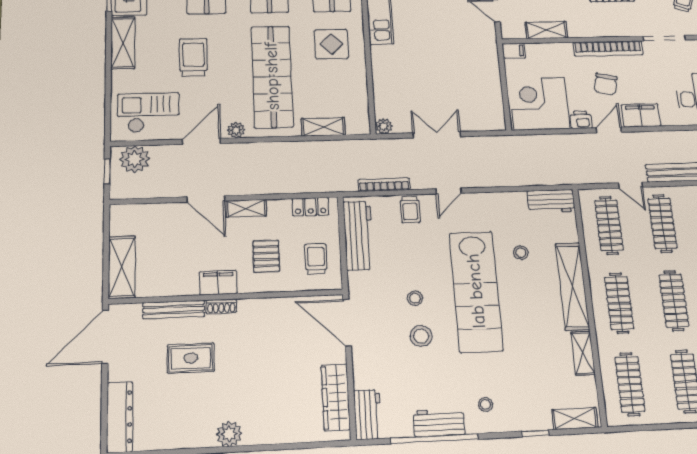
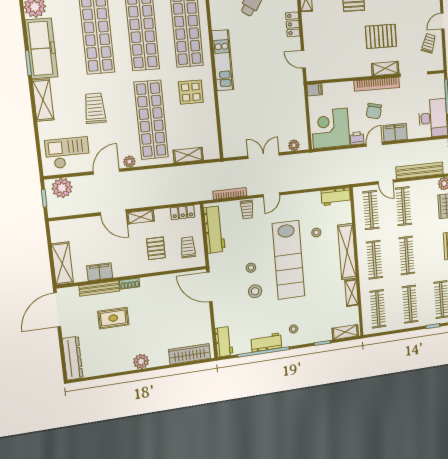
shelving: (546, 30) -> (385, 69), moved
plant: (384, 126) -> (294, 145), moved
filing cabinet: (218, 283) -> (100, 272), moved
wardrobe: (336, 397) -> (190, 354), moved, turned 90

